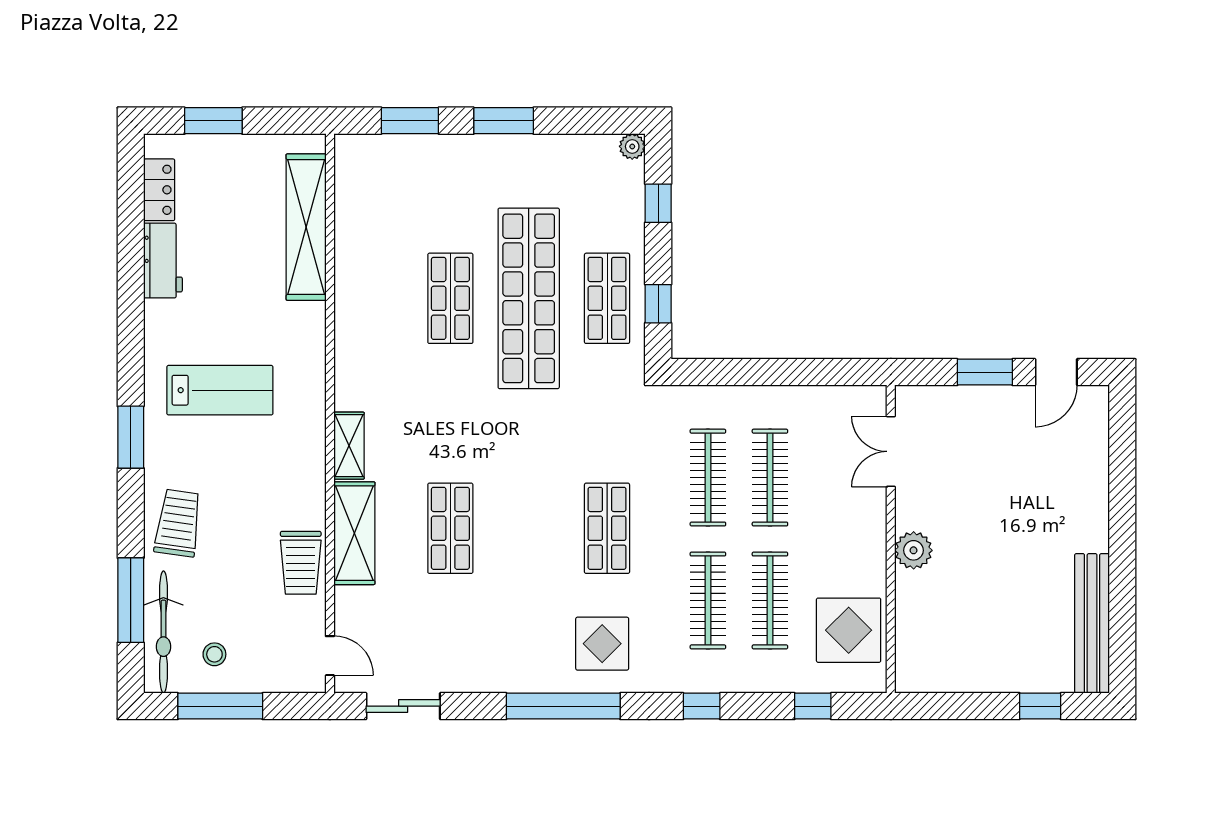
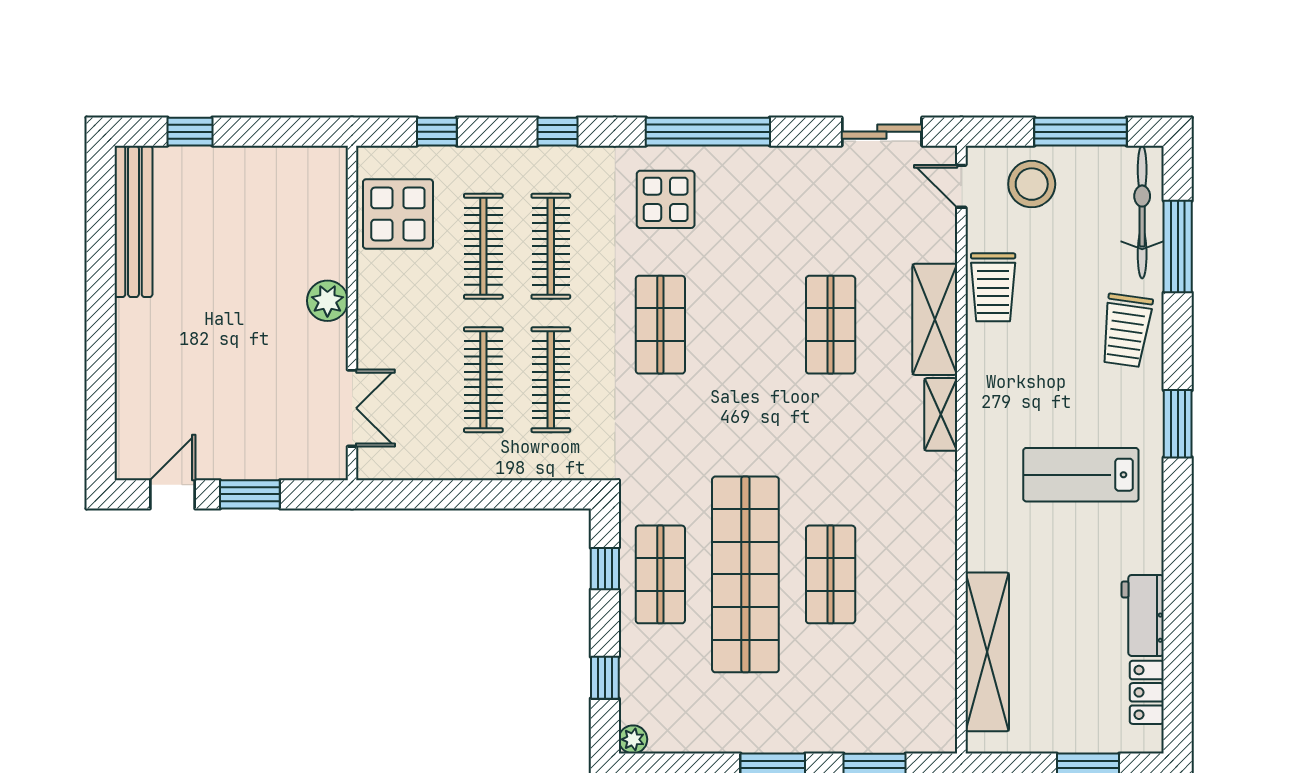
trolley: (301, 563) -> (993, 287), turned 180
stool: (214, 654) -> (1032, 184), moved, width x1.89, depth x1.89

